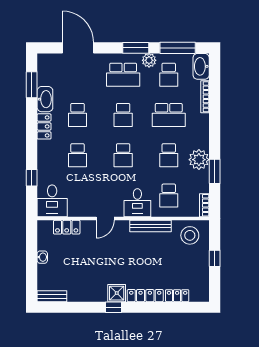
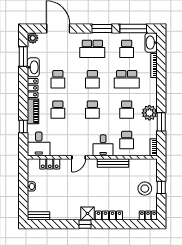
plant: (149, 60) -> (33, 38), moved
piano: (45, 158) -> (33, 111), added
stool: (190, 235) -> (145, 189), moved
locker: (177, 296) -> (148, 216), moved

